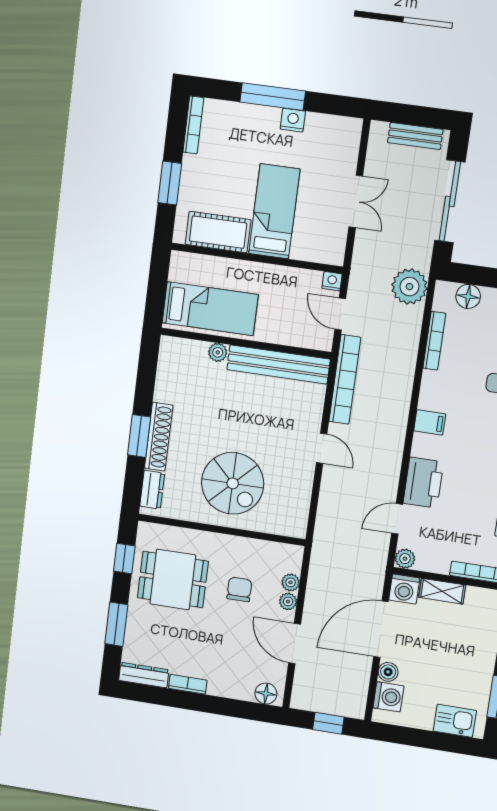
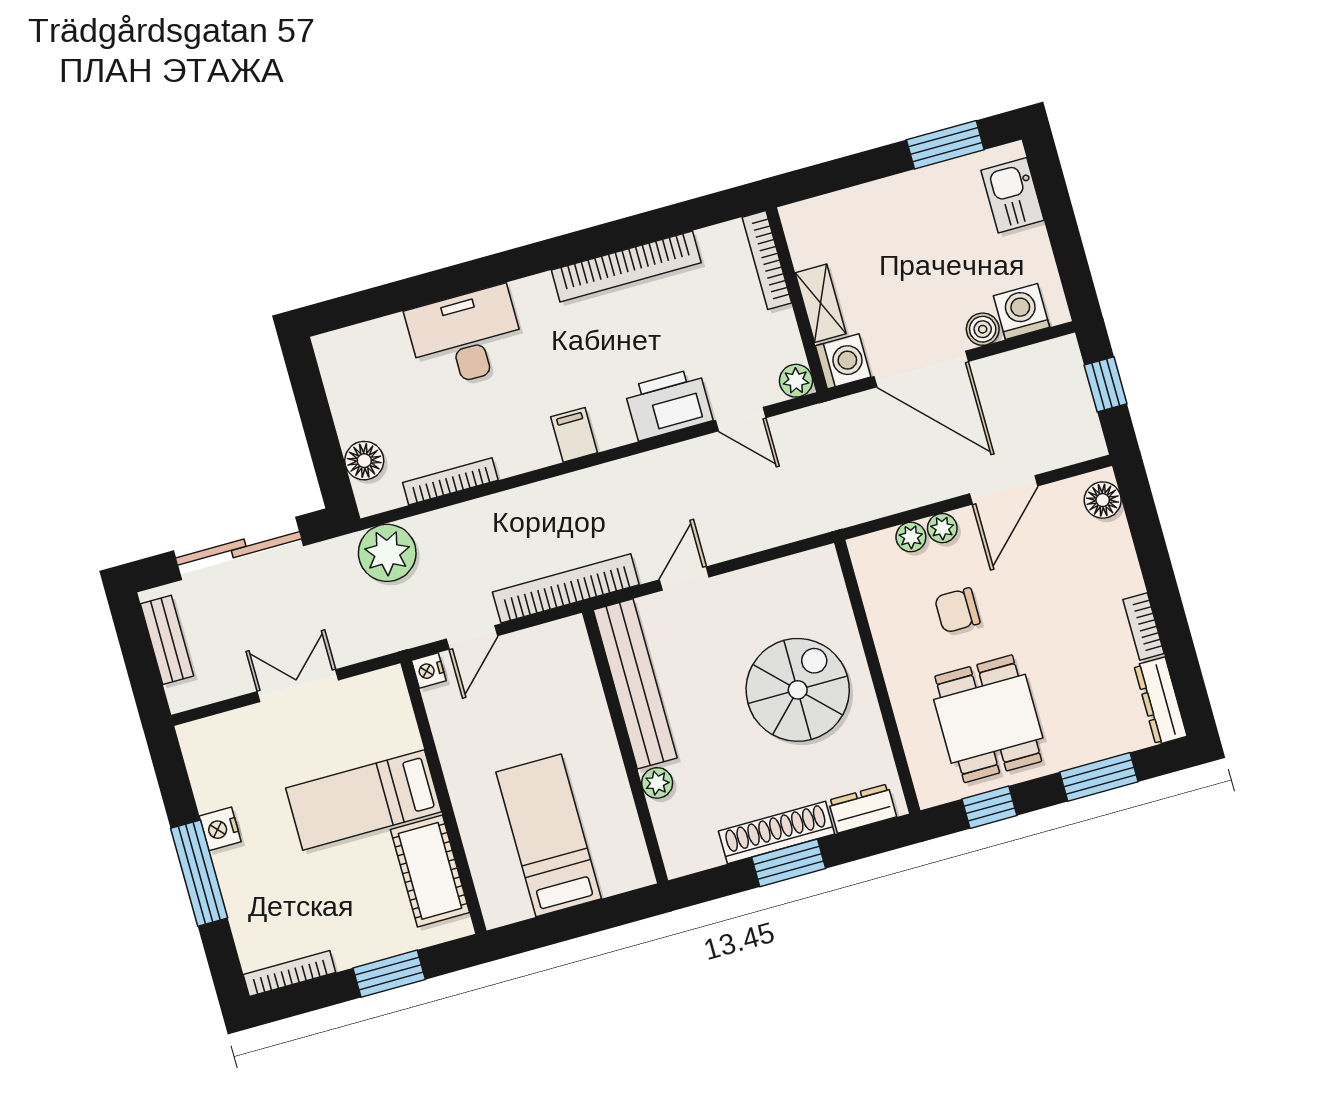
wall: (246, 343) -> (625, 747), moved
plant: (218, 352) -> (657, 783), moved
bench: (278, 364) -> (635, 684), moved

